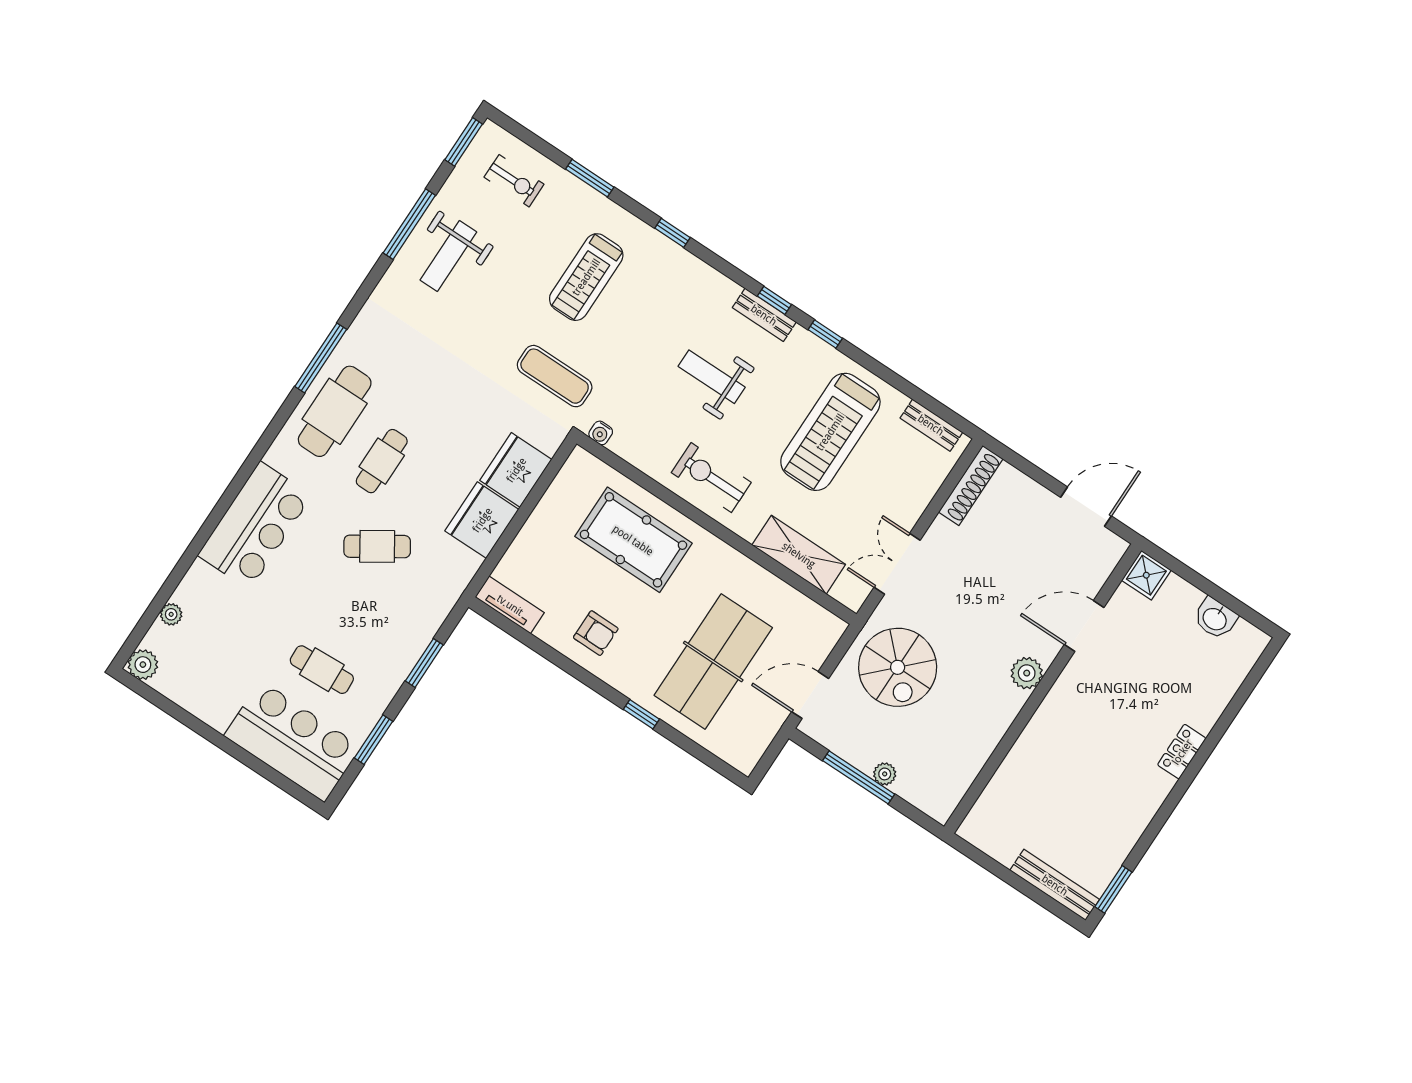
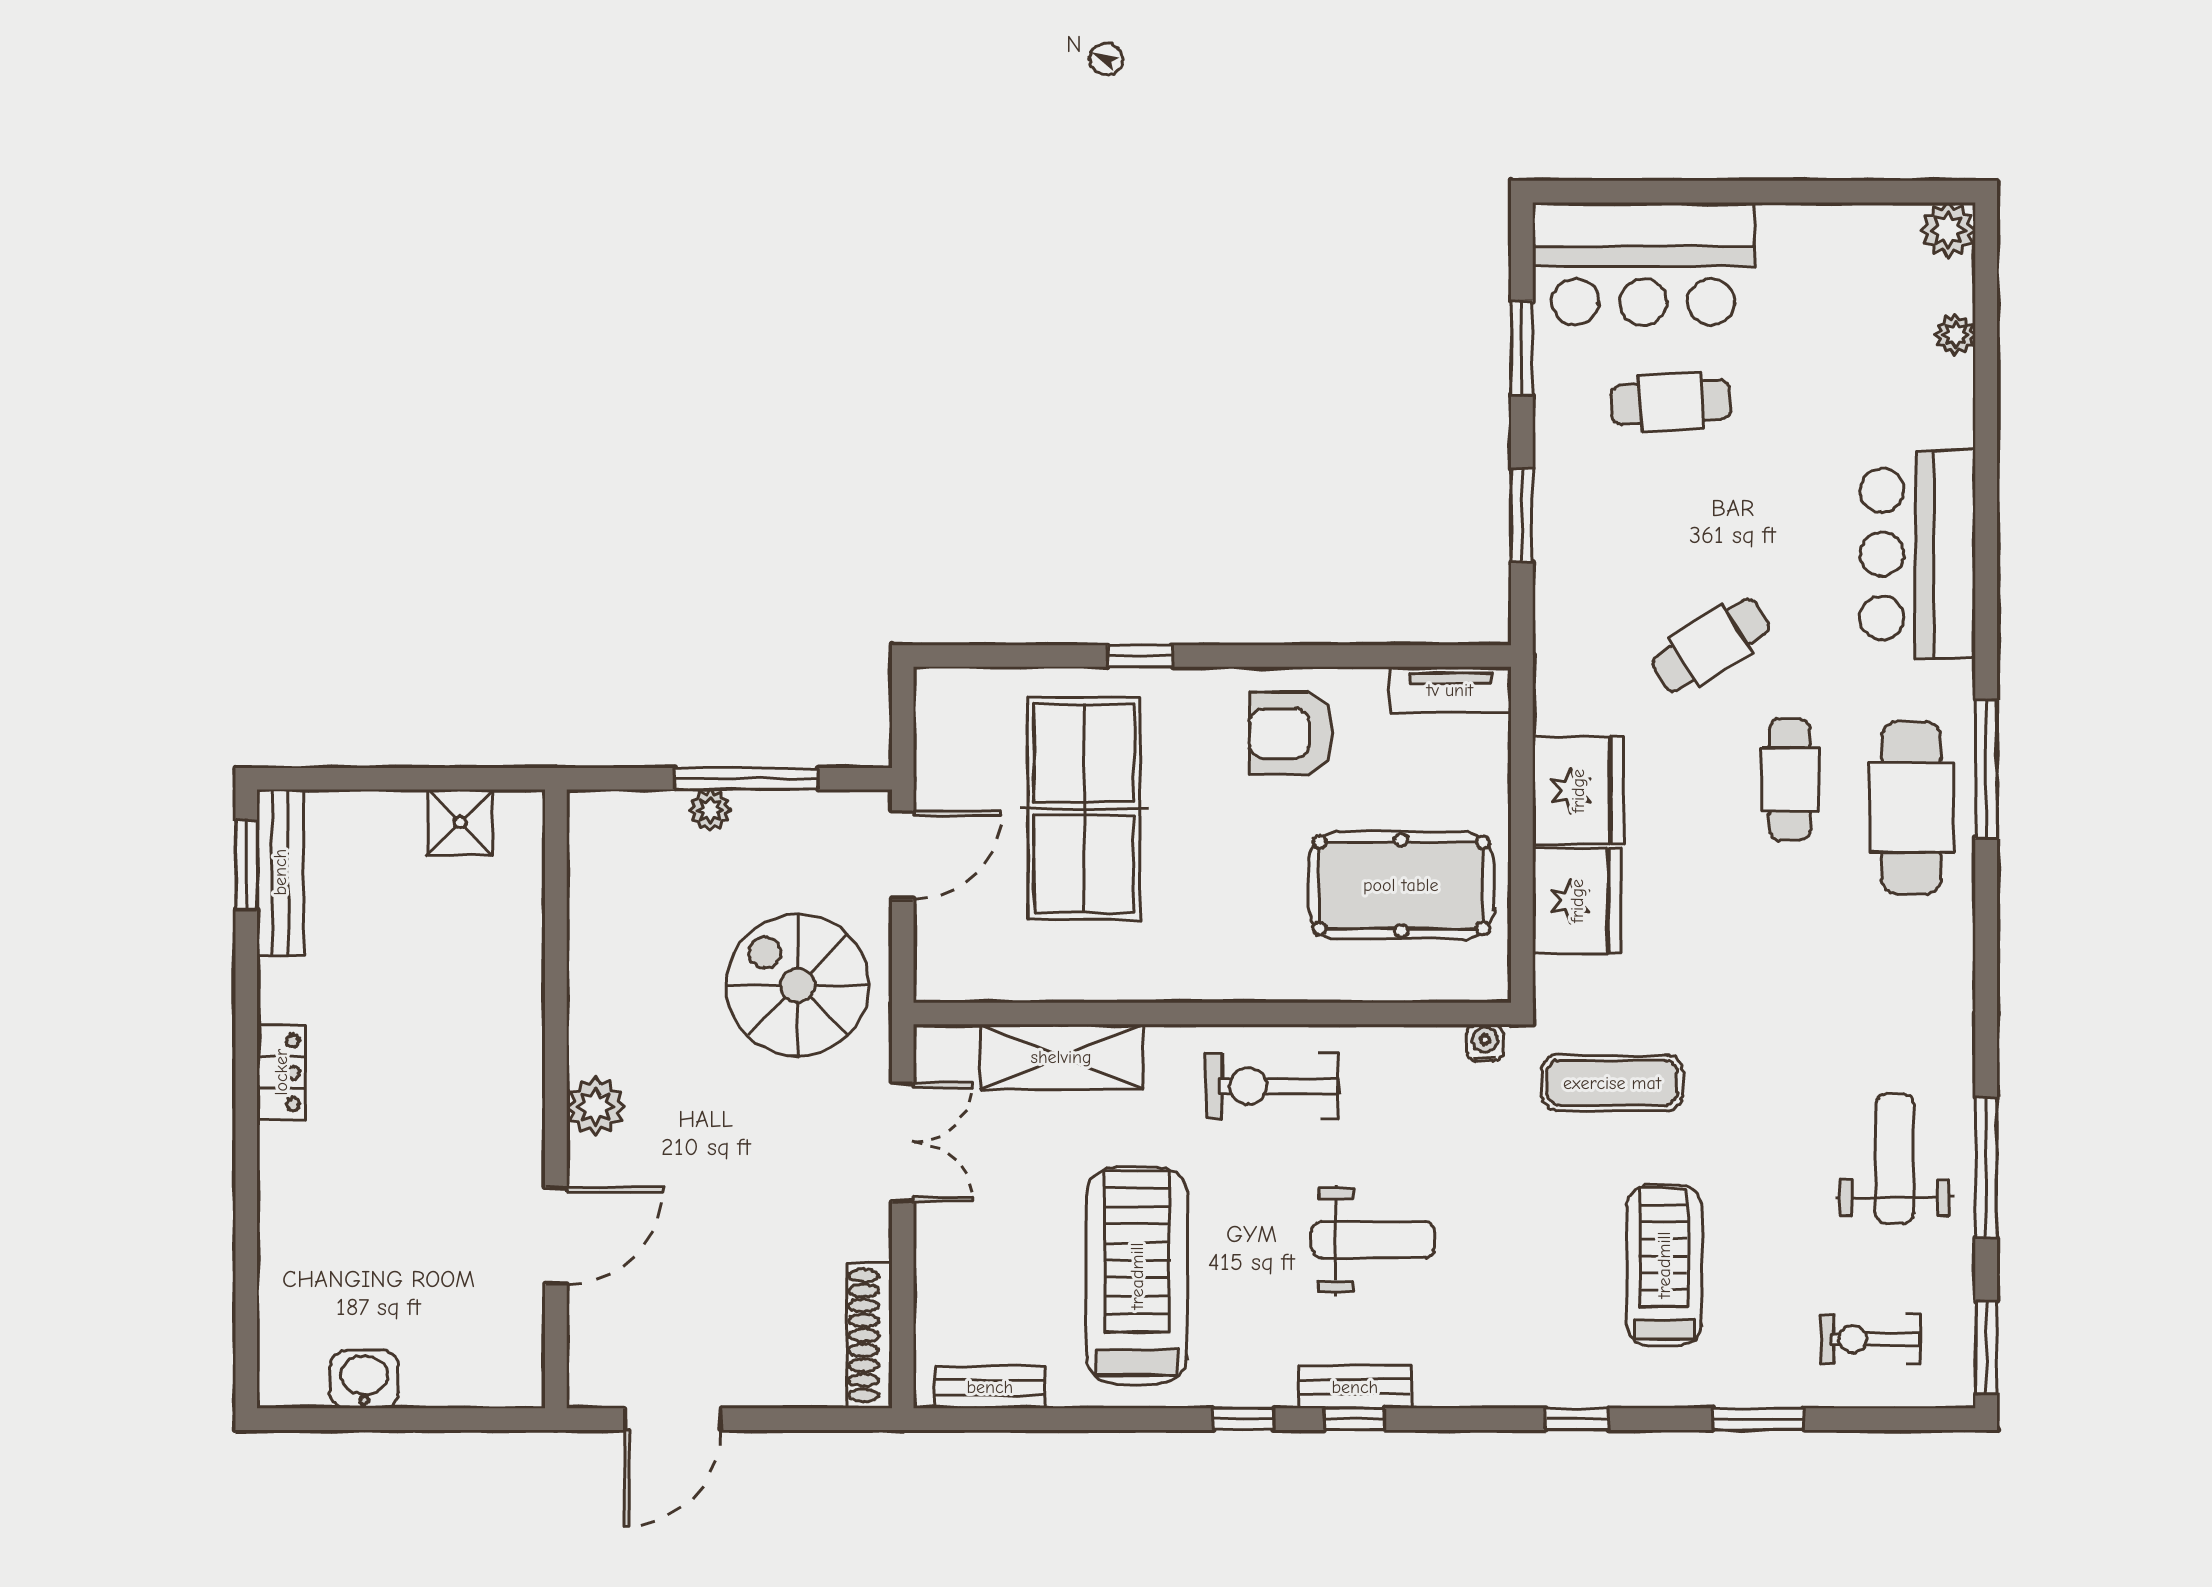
window: (321, 358) -> (1986, 769), moved
exercise bike: (711, 478) -> (1272, 1086), turned 180
pool table: (633, 540) -> (1401, 885), moved
shower: (1146, 575) -> (460, 822), moved
armchair: (596, 633) -> (1291, 734), width x1.38, depth x1.38
locker: (1182, 752) -> (281, 1072), moved
bench: (1055, 885) -> (280, 872), moved, turned 90

